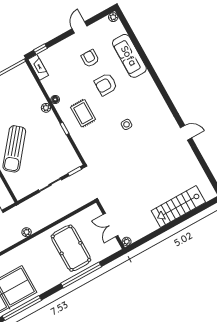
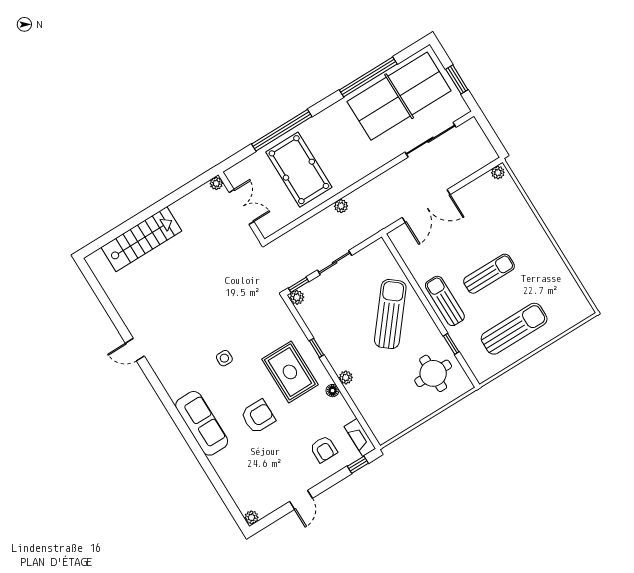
sofa: (129, 56) -> (202, 423), moved
armchair: (90, 58) -> (324, 449), moved
rug: (83, 113) -> (290, 372), width x1.36, depth x1.43
plant: (76, 163) -> (297, 297), added
plant: (27, 232) -> (341, 206), moved

